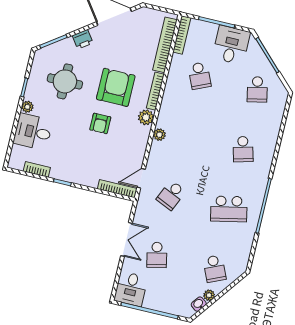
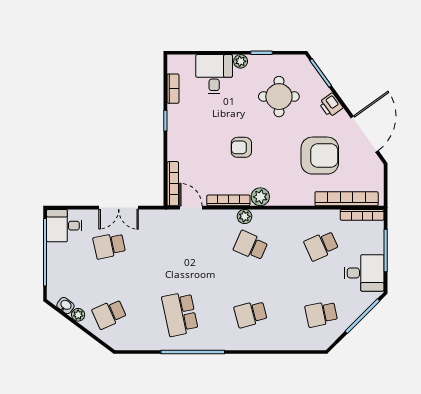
armchair: (116, 87) -> (320, 156), moved
bookcase: (155, 91) -> (228, 200), moved
school desk: (171, 195) -> (251, 246), moved

